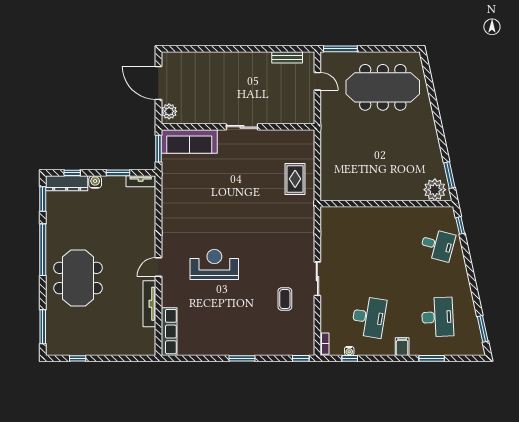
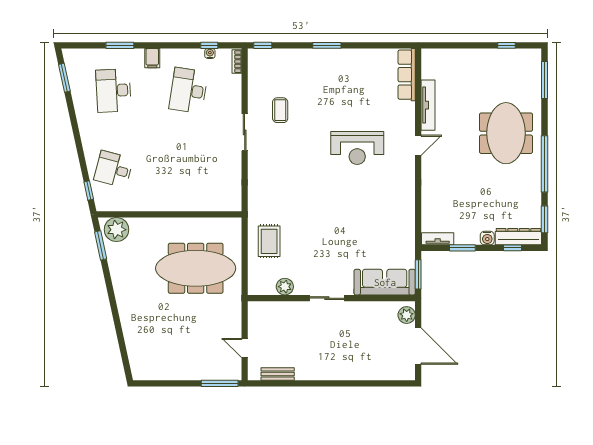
meeting table: (383, 87) -> (196, 268), moved
plant: (281, 137) -> (285, 287), added

